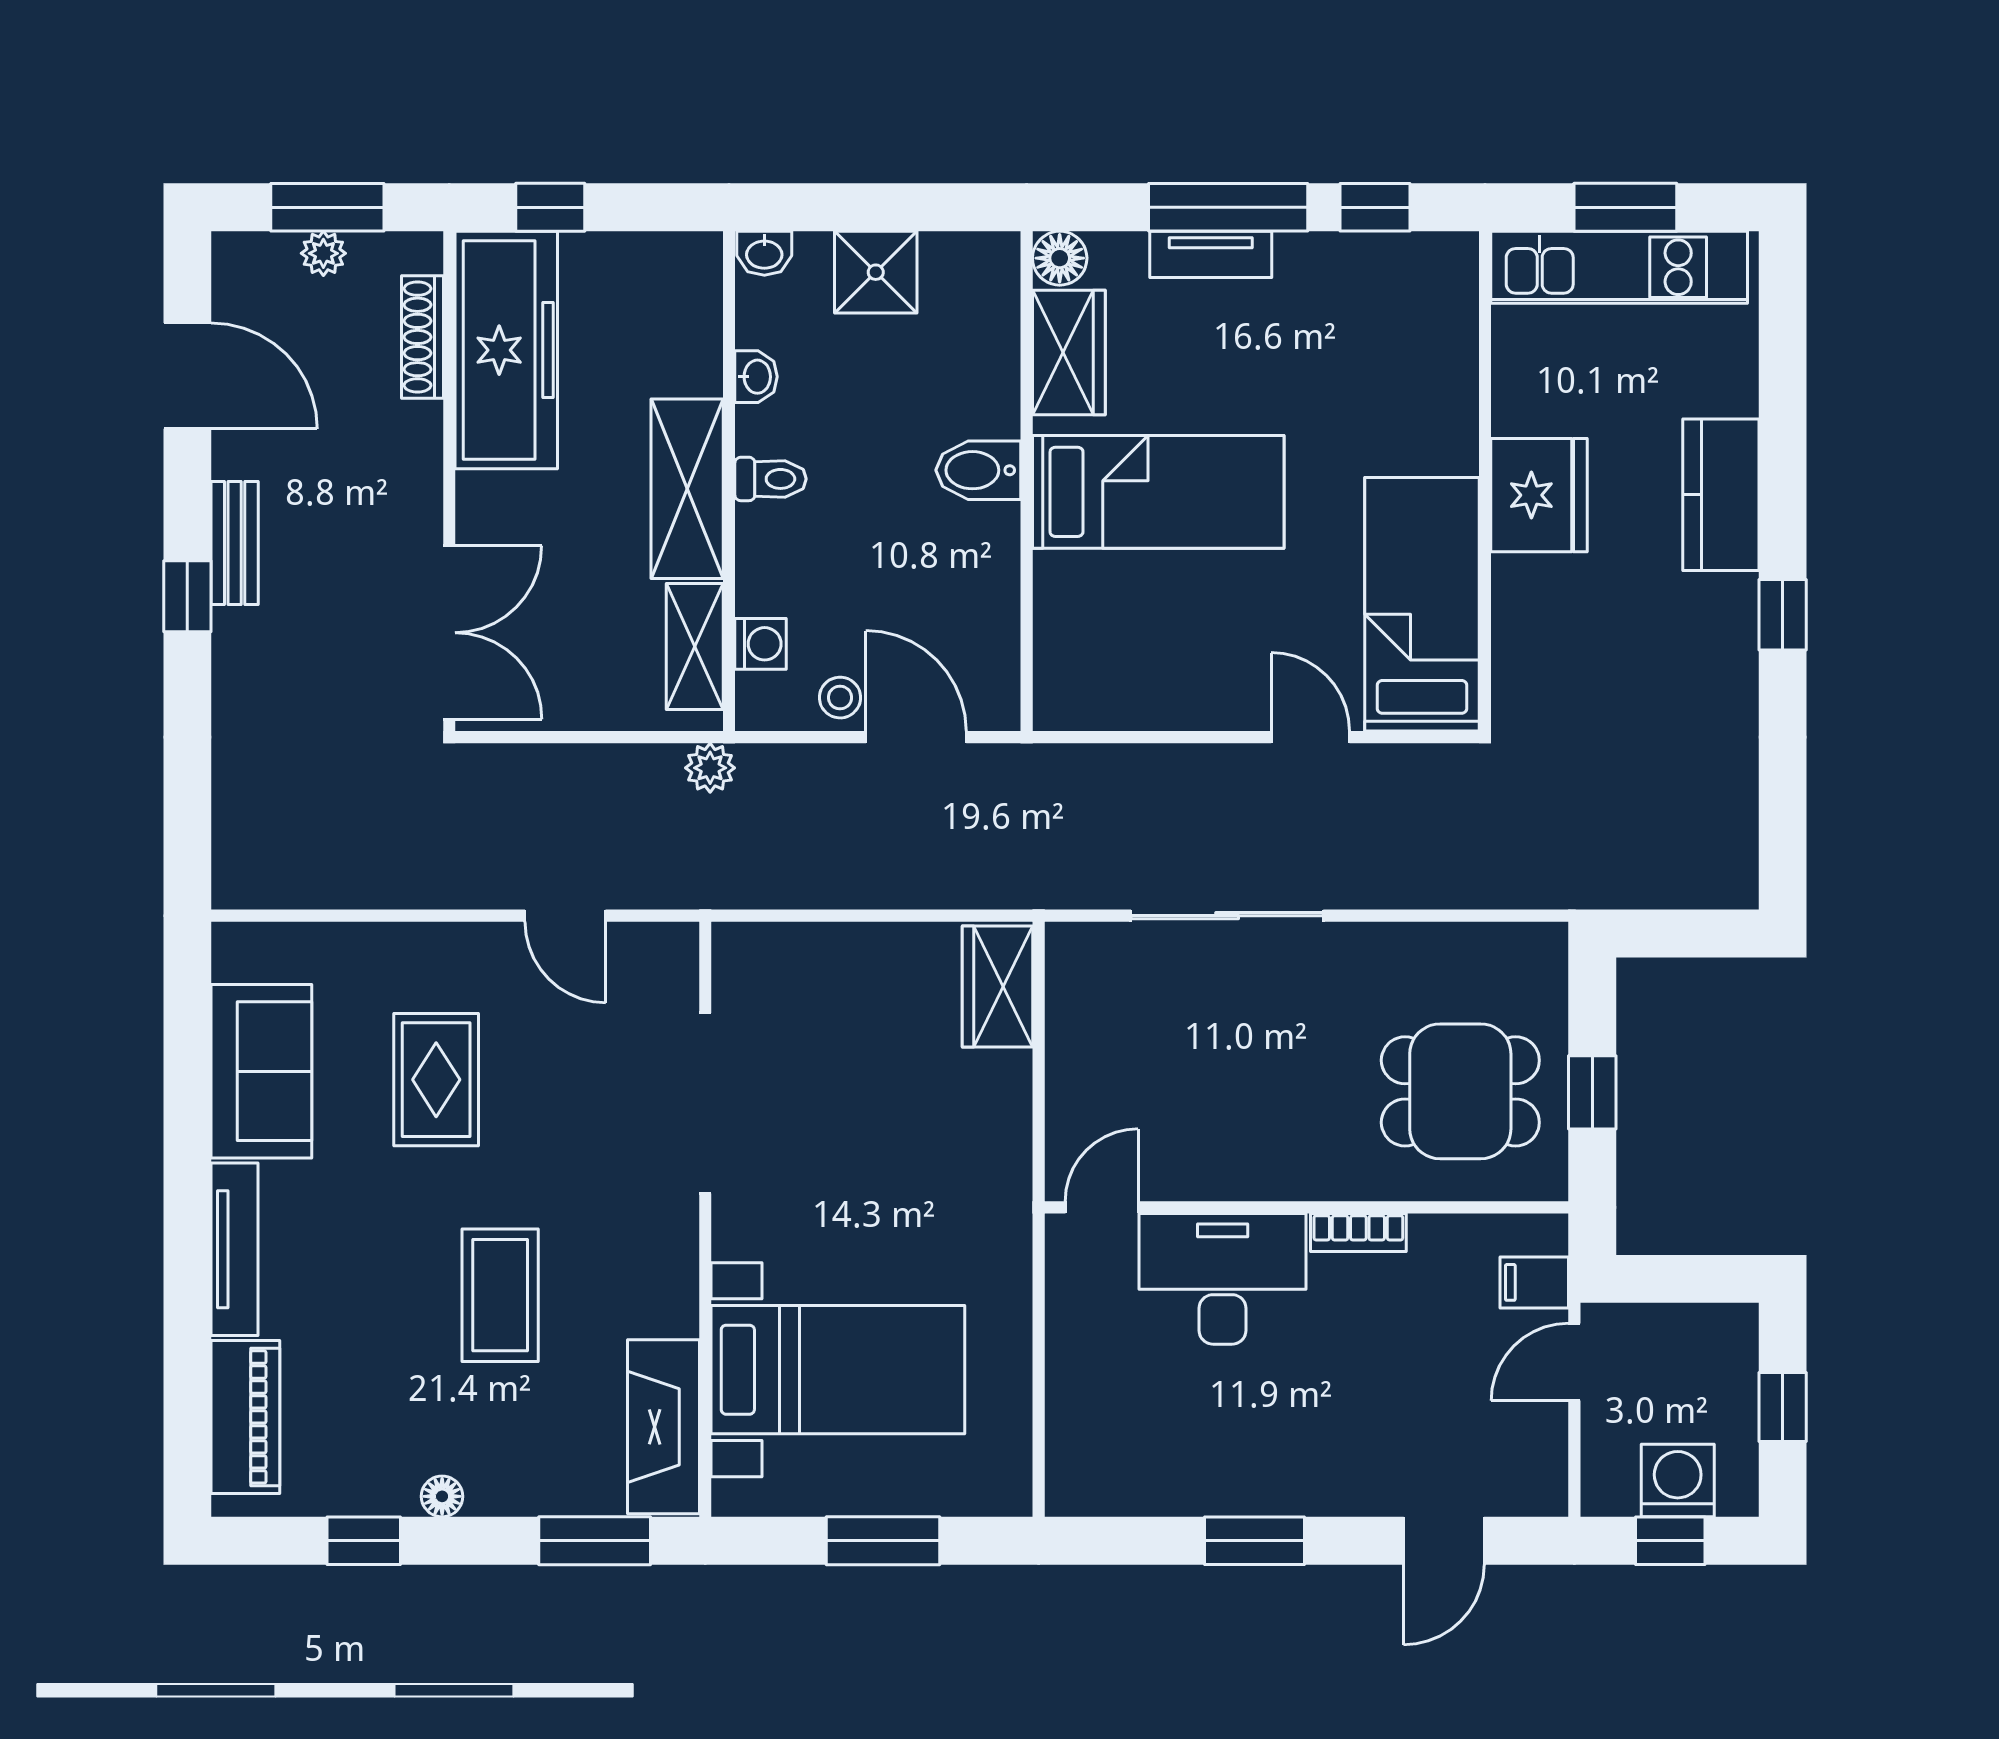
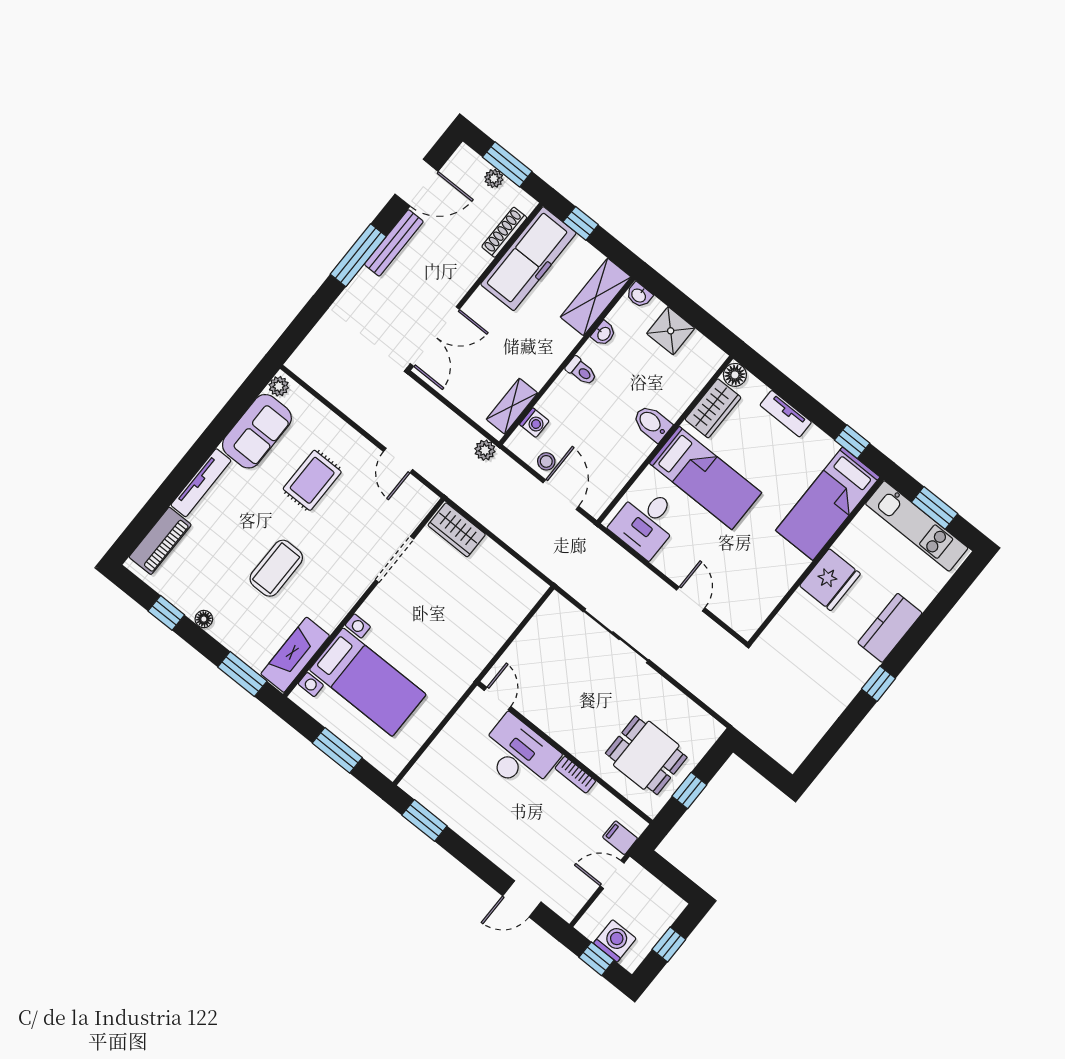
window: (1228, 207) -> (804, 403), removed
door: (187, 376) -> (417, 183), hinge flipped
shelving: (687, 489) -> (596, 297), moved
bench: (235, 543) -> (394, 243), width x1.36
window: (187, 596) -> (358, 255), width x2.17
bed: (1422, 604) -> (828, 504), moved, turned 180
desk: (1114, 661) -> (646, 522), added
plant: (235, 956) -> (279, 386), added
wardrobe: (997, 987) -> (457, 530), moved, turned -90
doorway: (705, 1103) -> (395, 559), width x0.73
door: (1102, 1207) -> (497, 698), hinge flipped
window: (1255, 1541) -> (424, 820), moved

